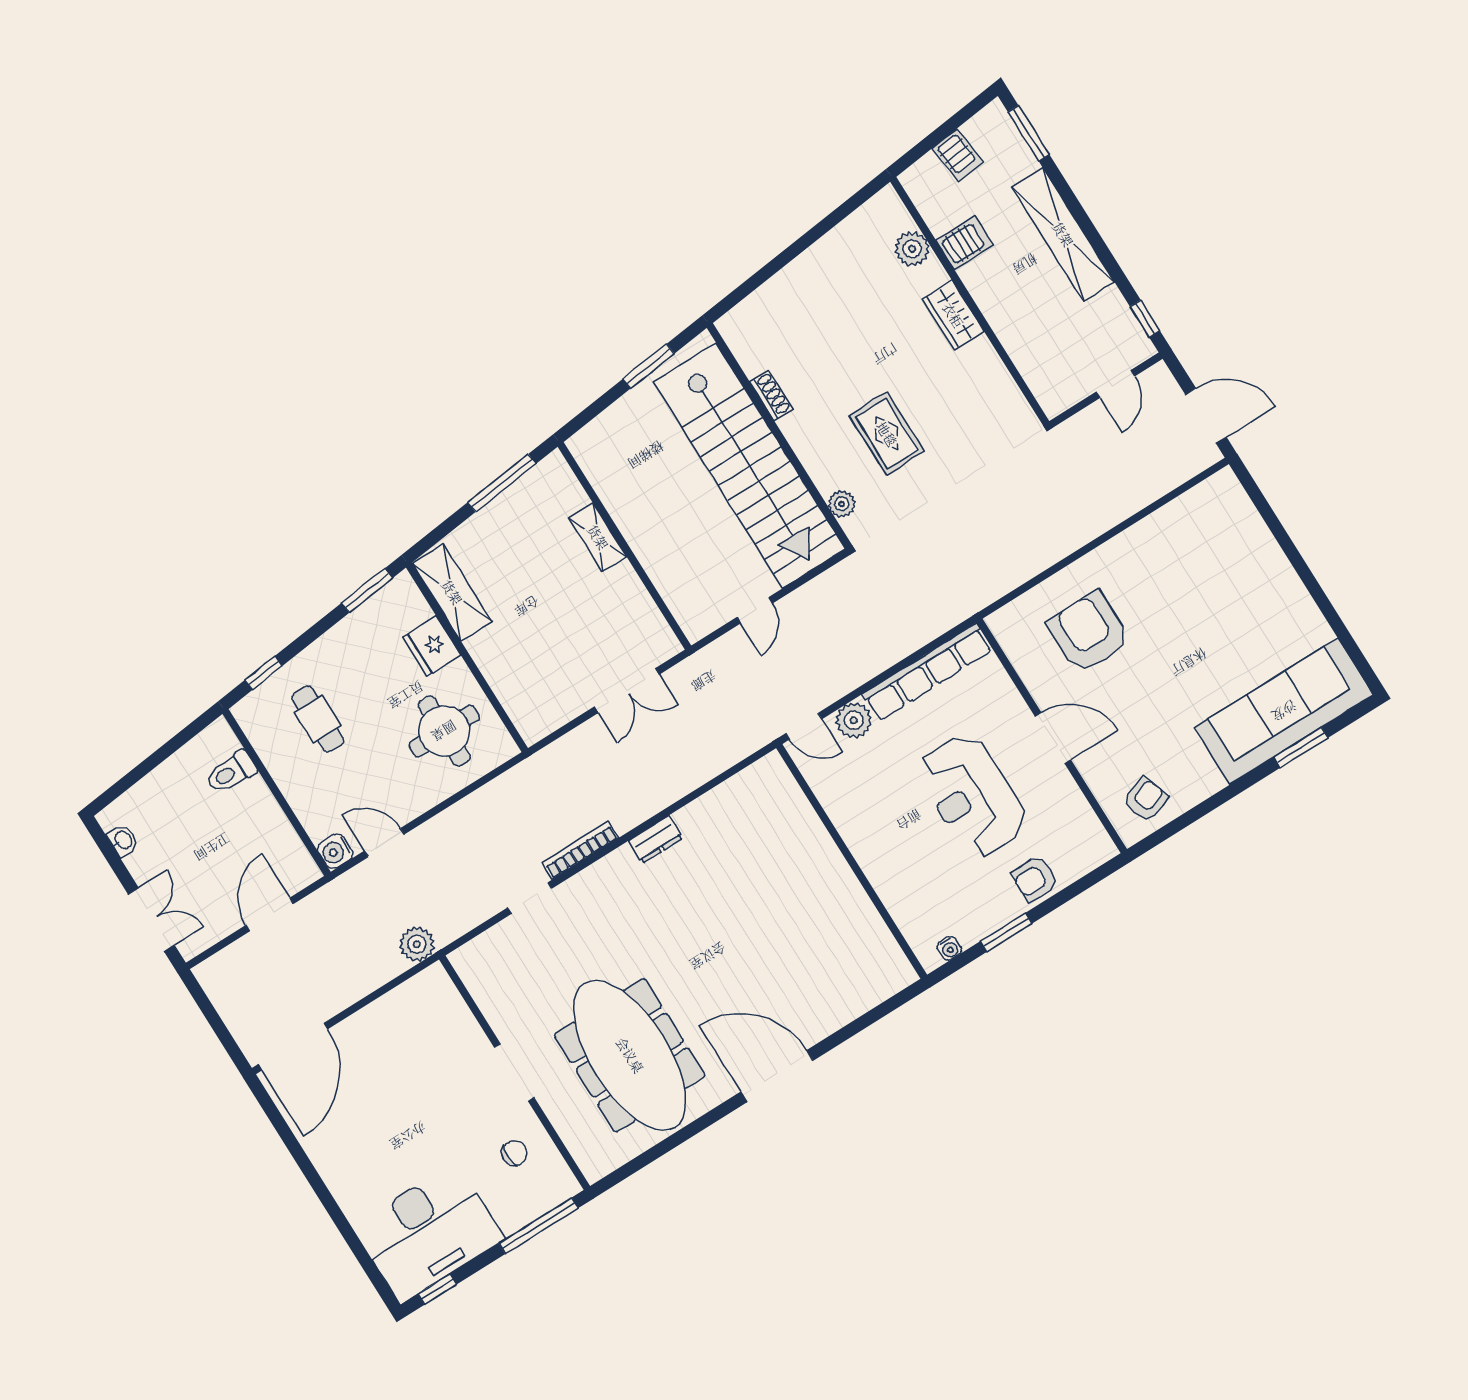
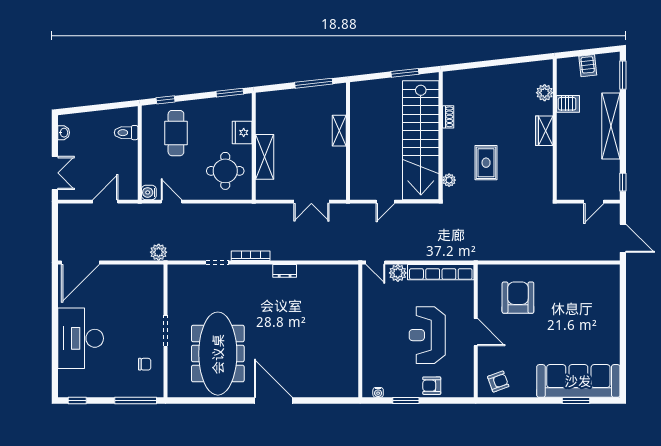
shelving: (452, 592) -> (265, 157), moved
cafe table: (318, 719) -> (176, 133), width x1.37, depth x1.35
desk: (428, 1233) -> (81, 338), moved, turned 90

